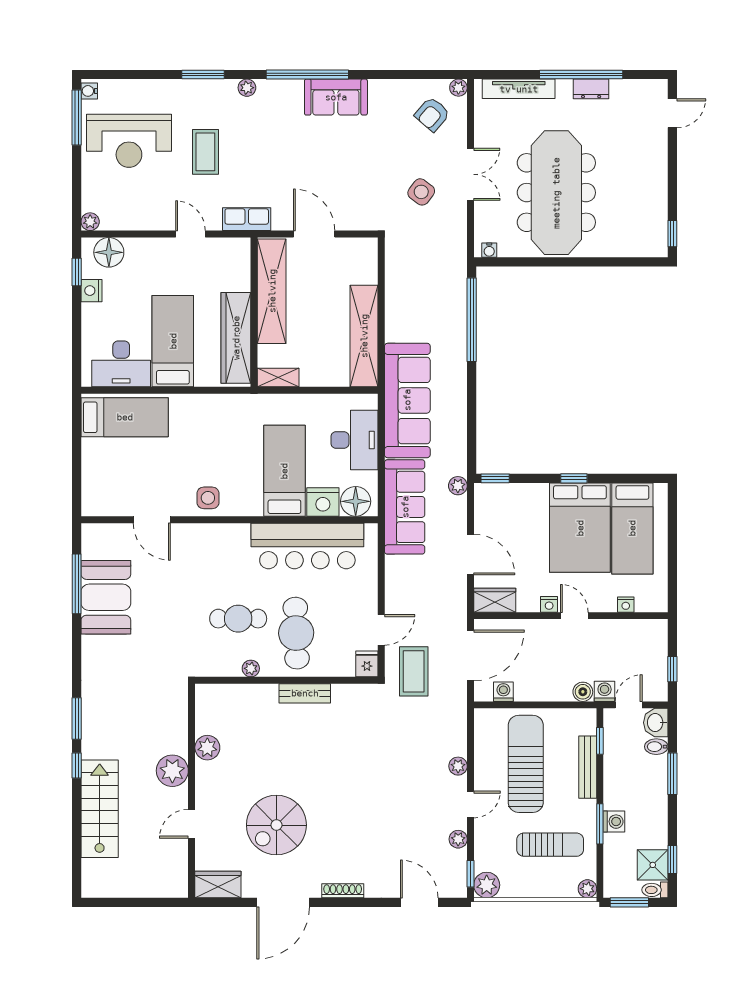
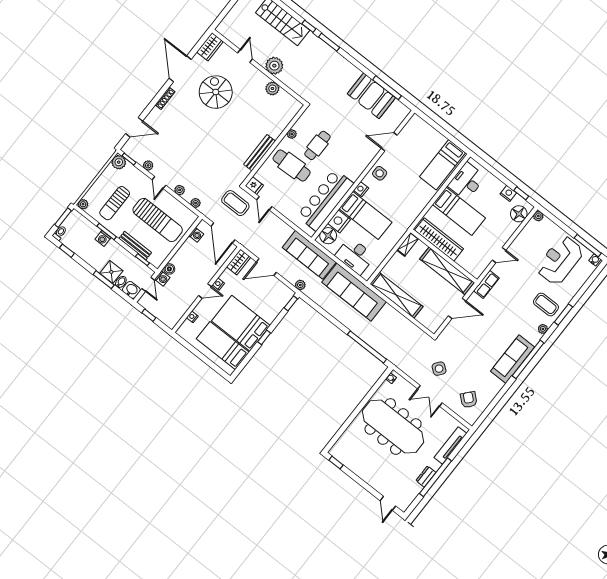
plant: (458, 88) -> (196, 203), moved
sofa: (336, 97) -> (513, 359), width x1.36
coffee table: (205, 152) -> (546, 304), moved
nightstand: (252, 507) -> (361, 189), added
bench: (305, 693) -> (260, 153), width x1.36
shower: (653, 865) -> (111, 272), moved

